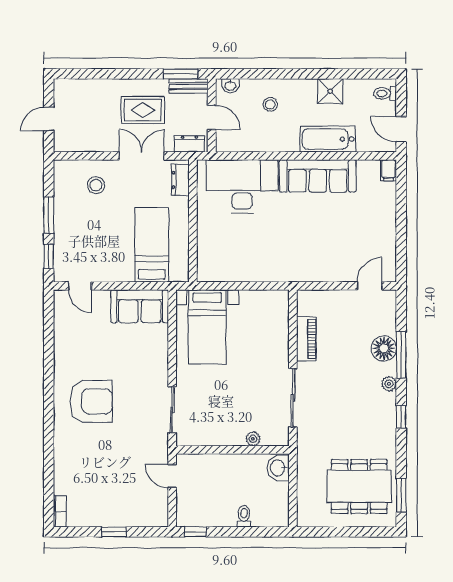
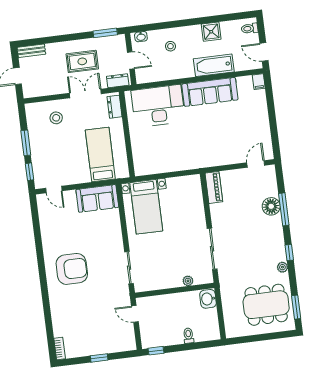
bench: (188, 86) -> (31, 51), moved
piano: (306, 339) -> (214, 187), moved
plant: (389, 384) -> (282, 267), moved

